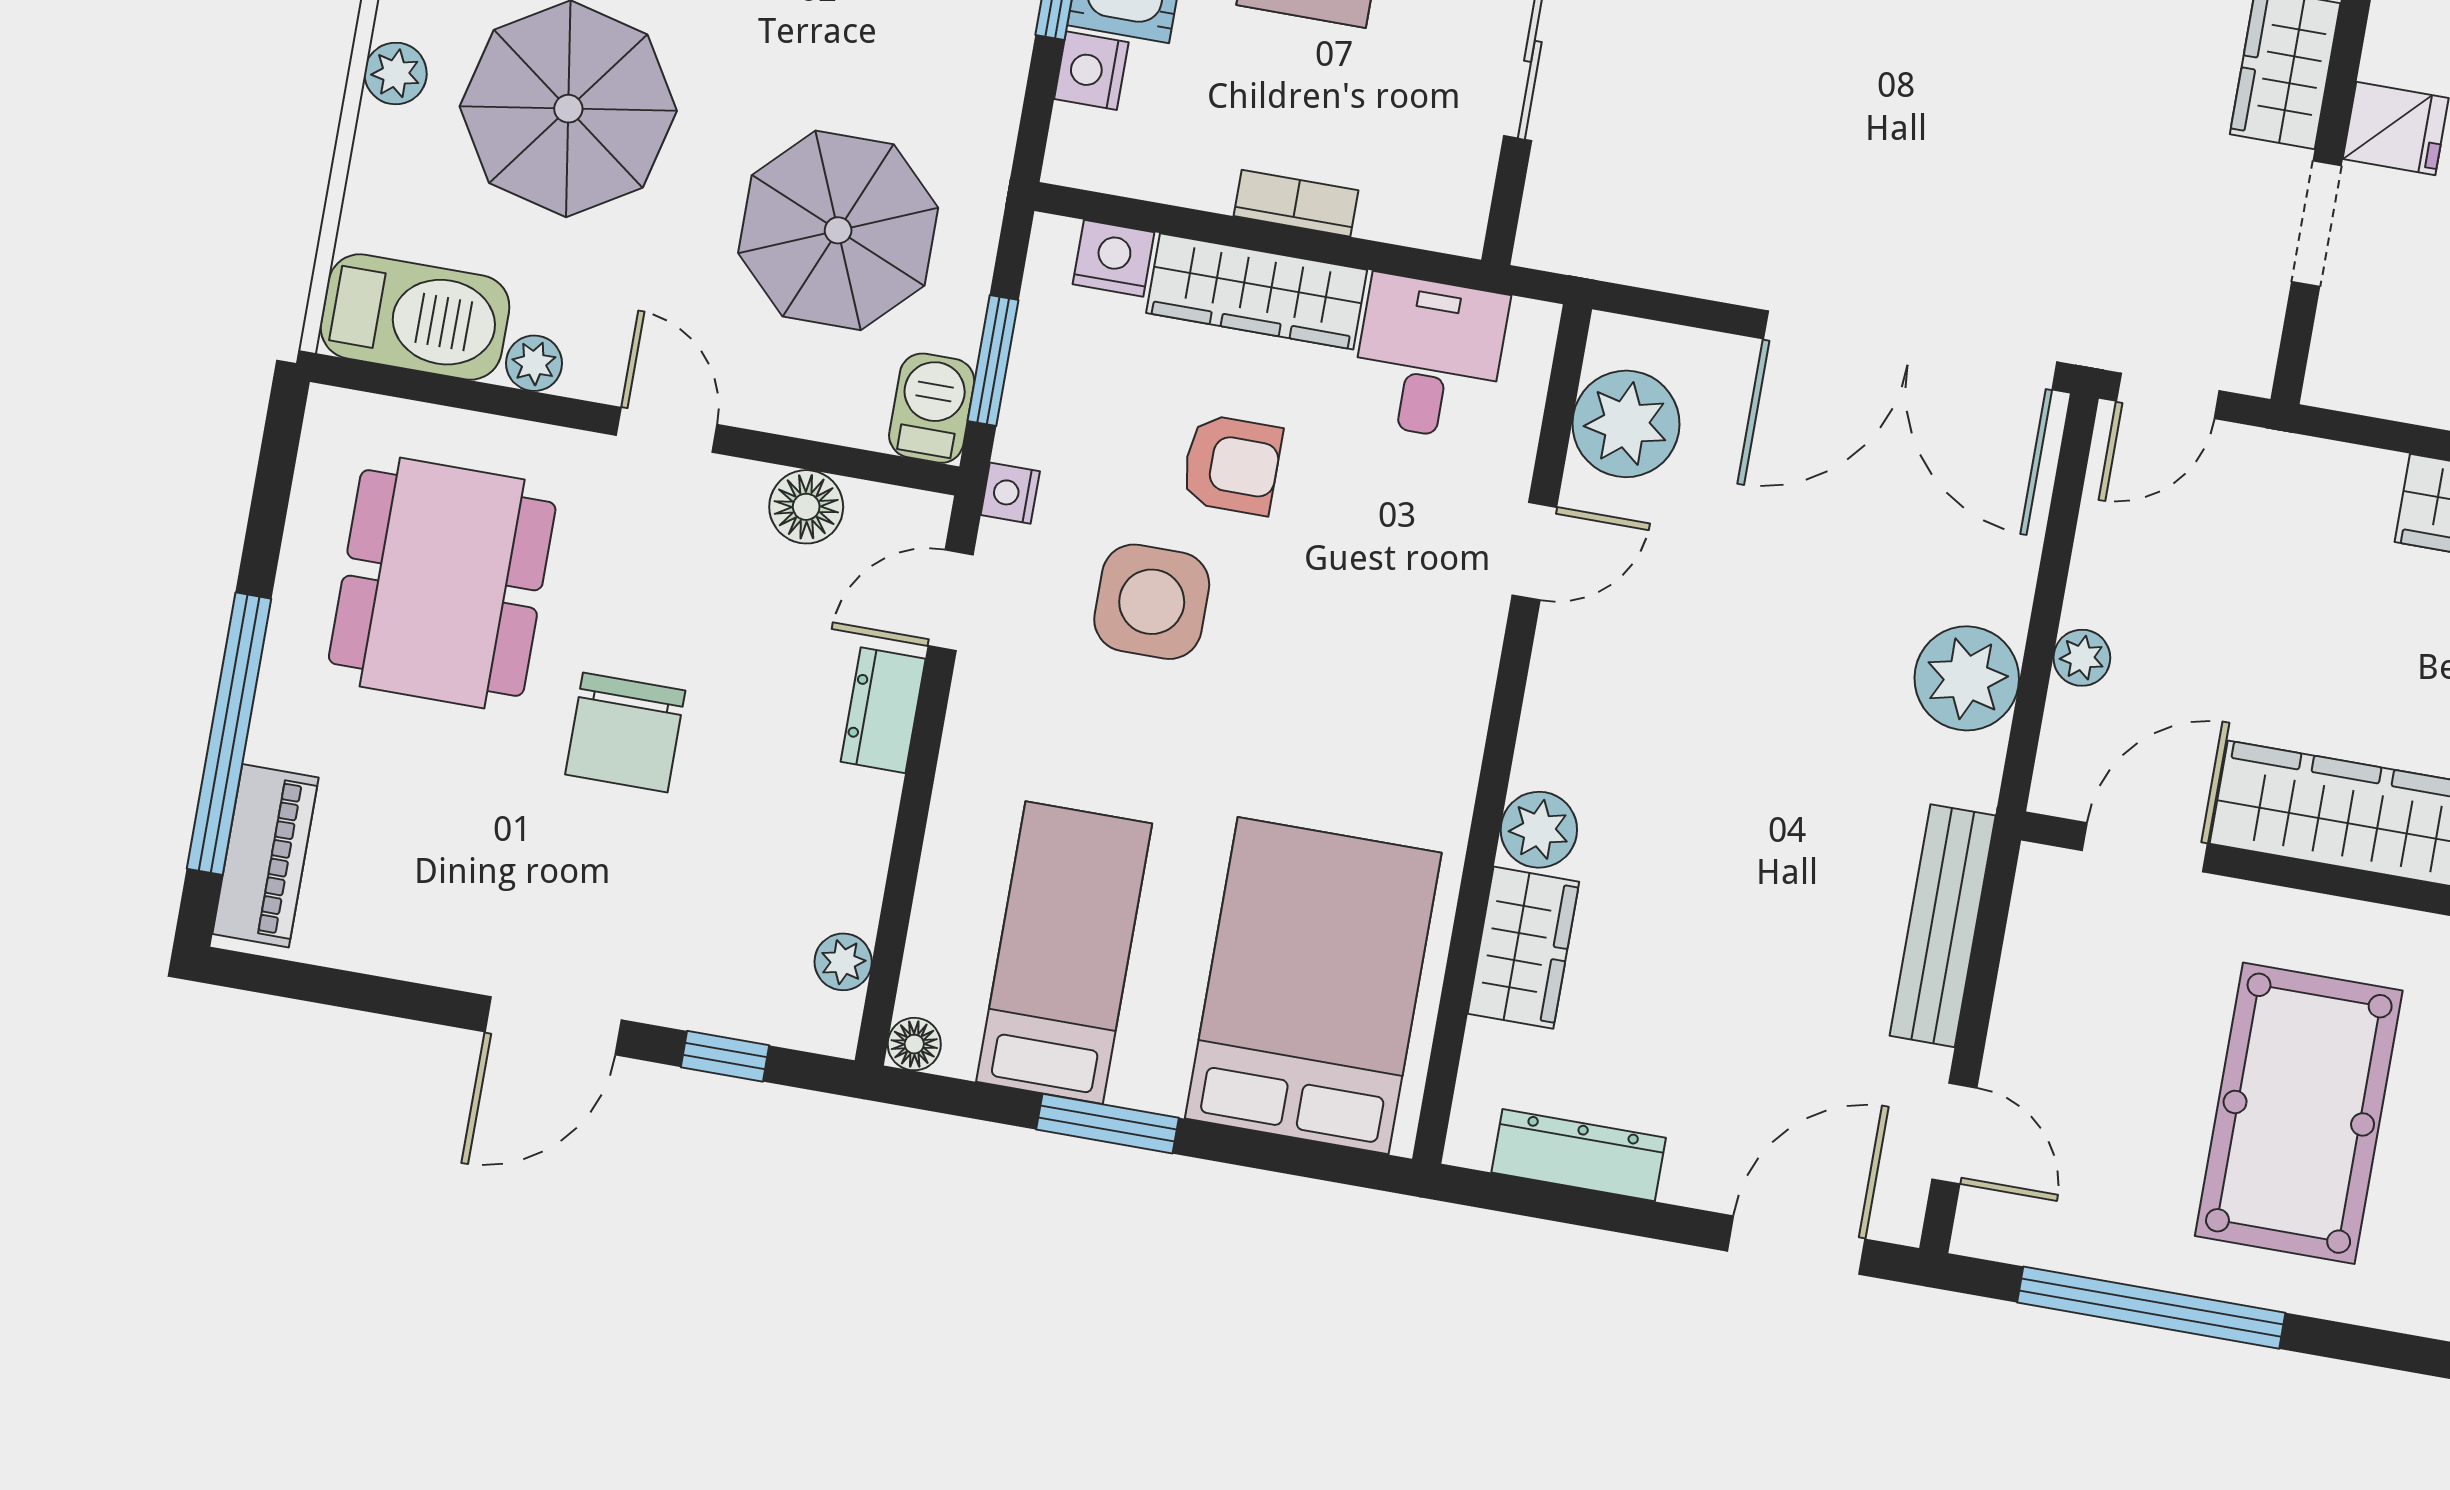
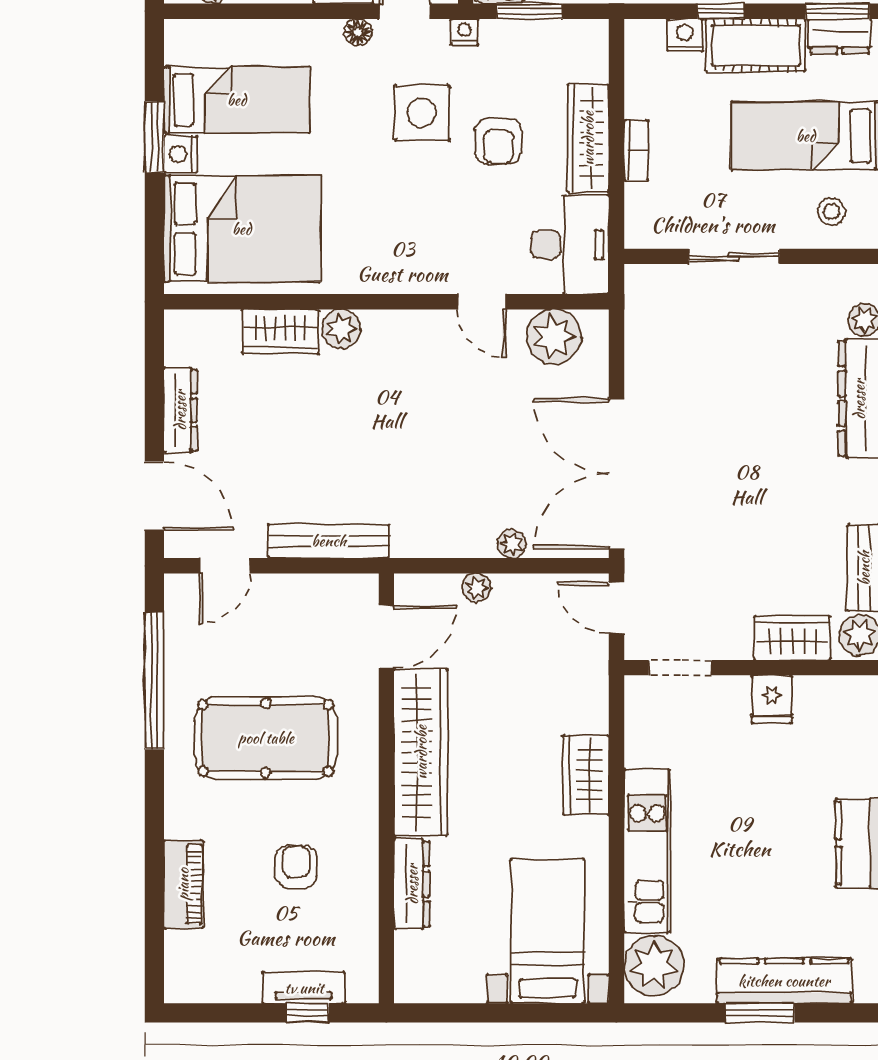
doorway: (2316, 224) -> (680, 668), moved
nightstand: (1114, 258) -> (181, 154), moved, turned 180
desk: (1429, 358) -> (570, 245), width x1.37
plant: (1967, 678) -> (512, 544), moved, width x0.53, depth x0.53
door: (2145, 847) -> (386, 637), hinge flipped
floor lamp: (914, 1044) -> (358, 32), moved
dresser: (1579, 1155) -> (180, 410), moved

